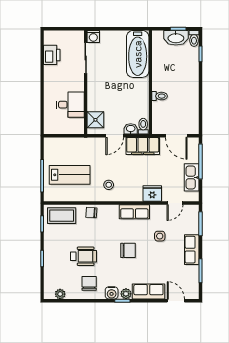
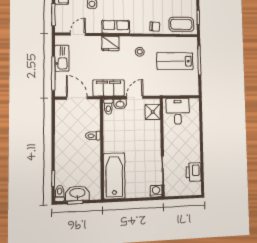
desk: (70, 105) -> (178, 111), moved, turned 90
fridge: (152, 194) -> (110, 43), moved

